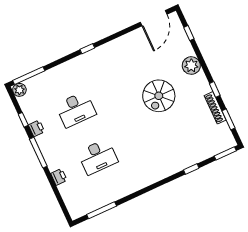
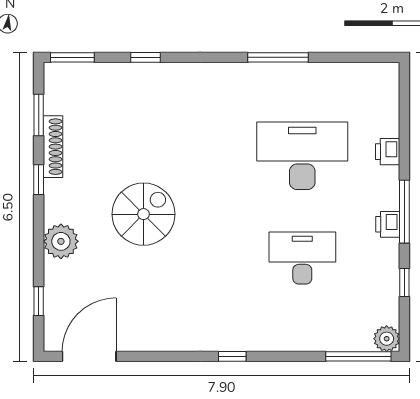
printer: (36, 128) -> (388, 224), moved
desk: (98, 157) -> (302, 156), width x1.36, depth x1.30
window: (102, 210) -> (278, 57), moved

